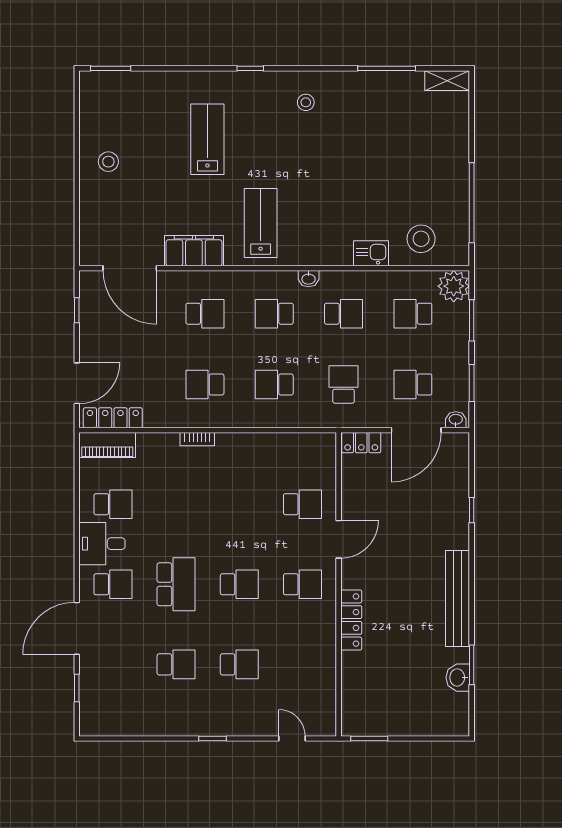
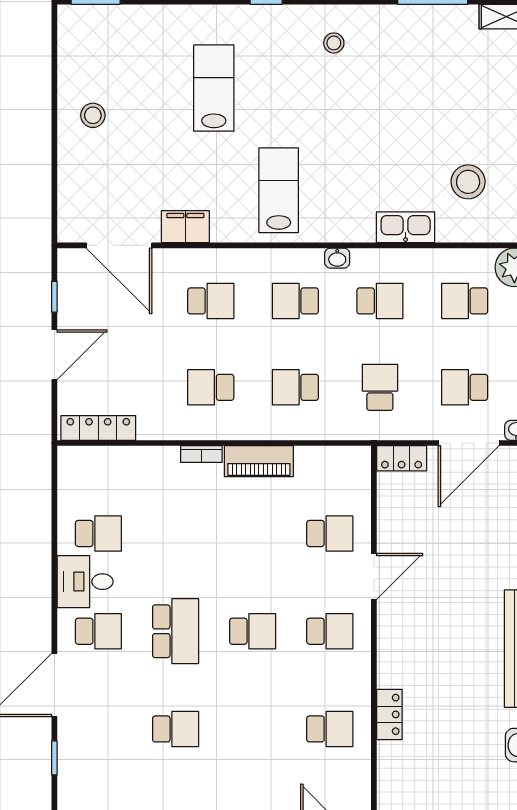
stool: (421, 239) -> (468, 182), moved
filing cabinet: (194, 251) -> (185, 227), width x0.67, depth x0.86
kitchen sink: (371, 253) -> (406, 227), width x1.38
door: (77, 383) -> (54, 355), moved
piano: (107, 445) -> (259, 461), moved
locker: (351, 620) -> (389, 714), moved, width x0.66
school desk: (239, 664) -> (330, 729), moved

